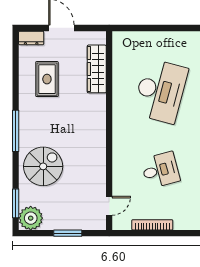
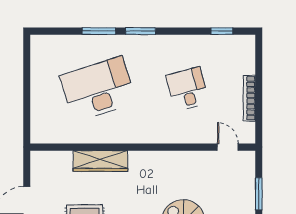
wardrobe: (97, 69) -> (100, 161), moved
desk: (160, 91) -> (98, 89), turned -33

